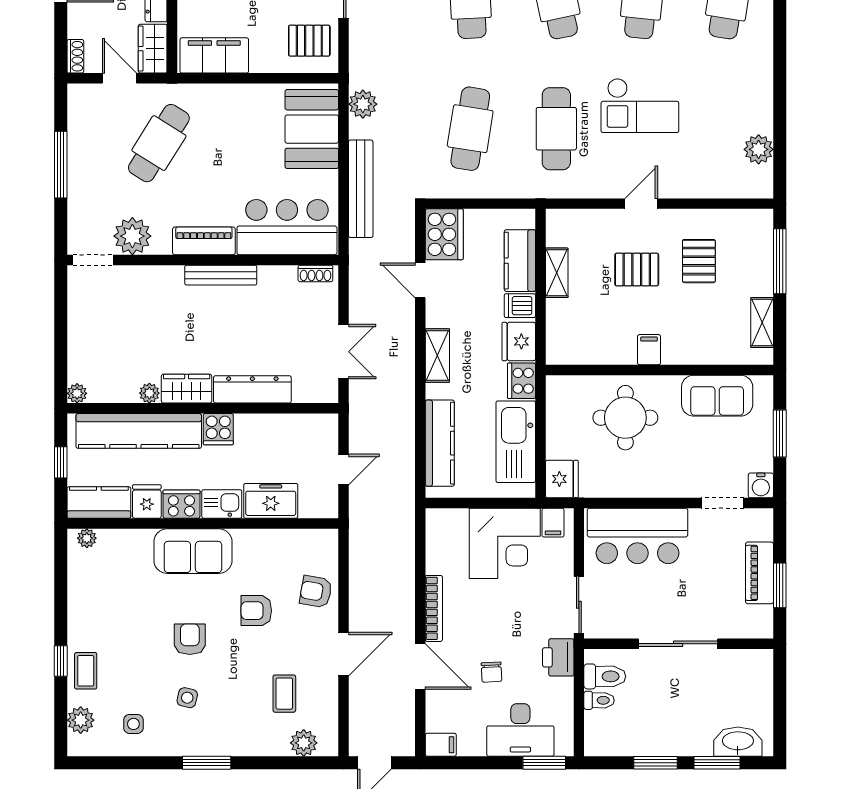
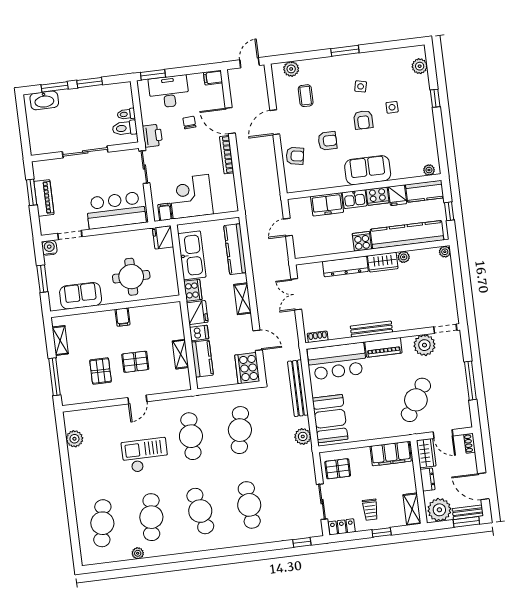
coffee table: (86, 671) -> (420, 95), removed
side table: (133, 724) -> (392, 107), moved

